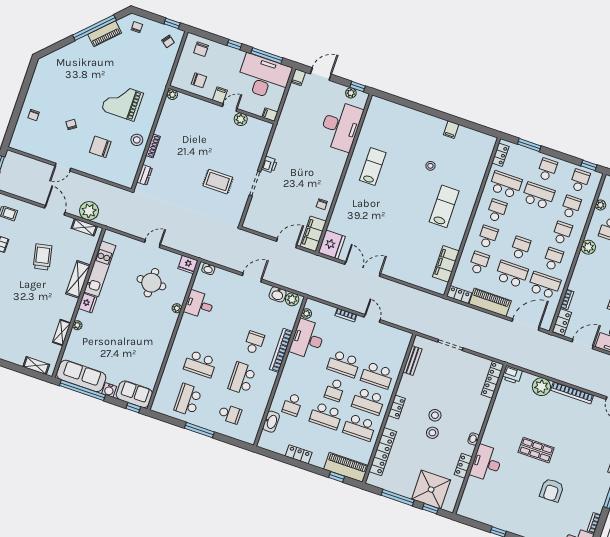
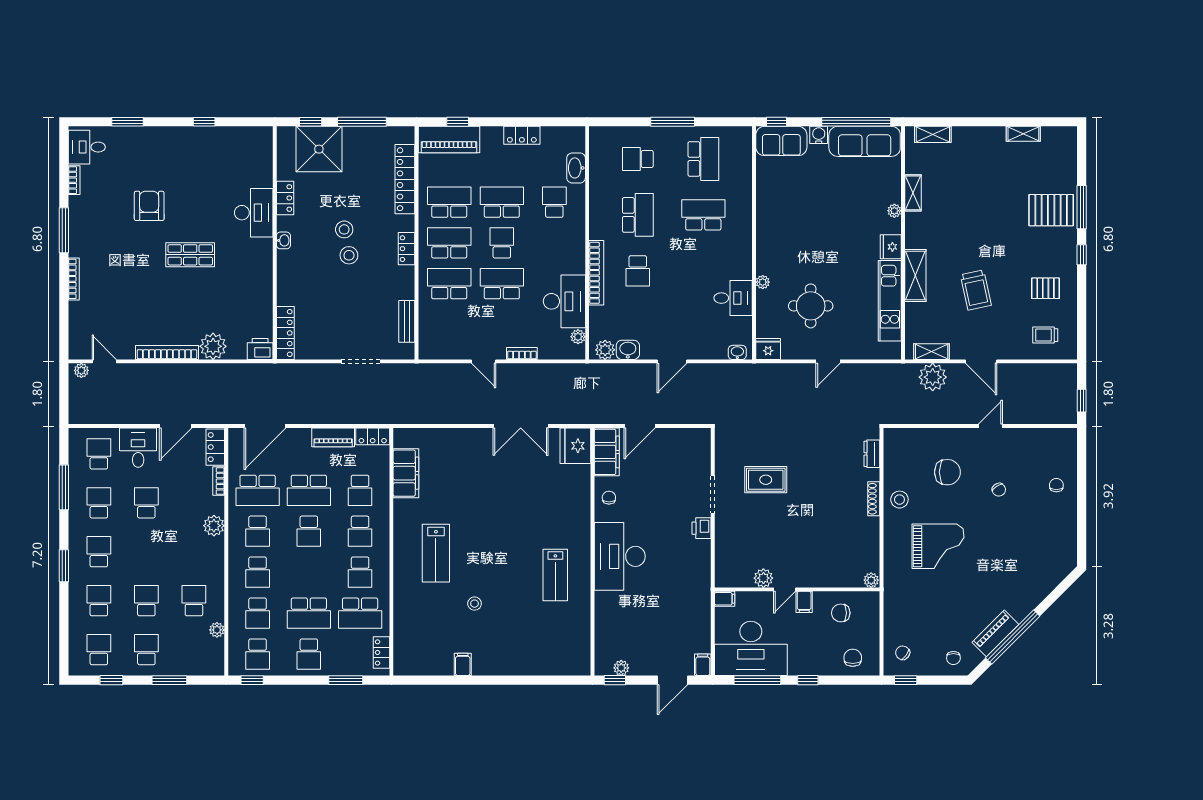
desk: (341, 126) -> (620, 556), moved
plant: (588, 247) -> (214, 526), moved
piano: (490, 302) -> (333, 437), width x0.73, depth x0.75

